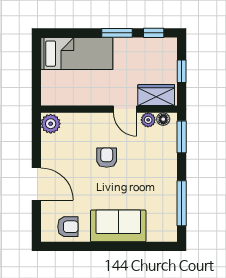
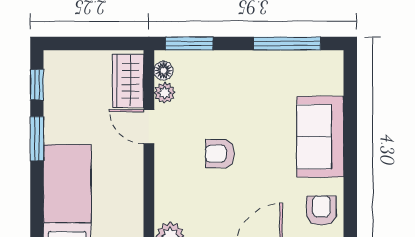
window: (182, 71) -> (93, 44), removed
door: (125, 109) -> (149, 127), swing flipped

